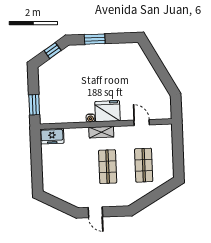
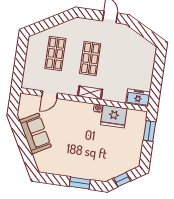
sofa: (149, 81) -> (35, 133), added
fridge: (108, 111) -> (114, 117), moved
door: (142, 123) -> (50, 95), hinge flipped

